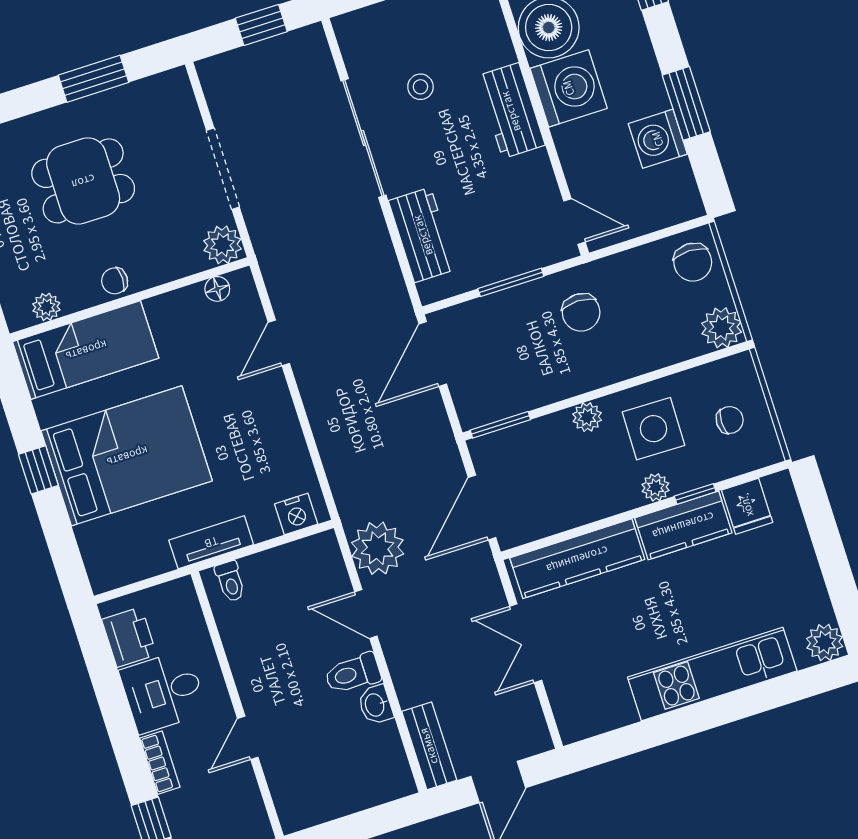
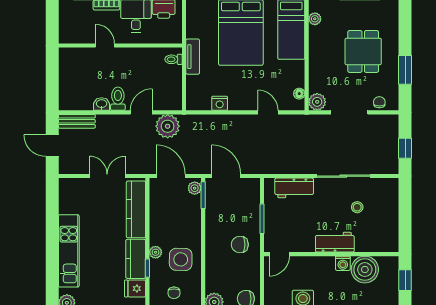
washing machine: (569, 88) -> (343, 263), width x0.53, depth x0.53
chair: (115, 281) -> (379, 102), moved
door: (433, 354) -> (226, 176), moved
plant: (587, 417) -> (195, 188), moved
nightstand: (296, 514) -> (220, 103), moved, turned -90

